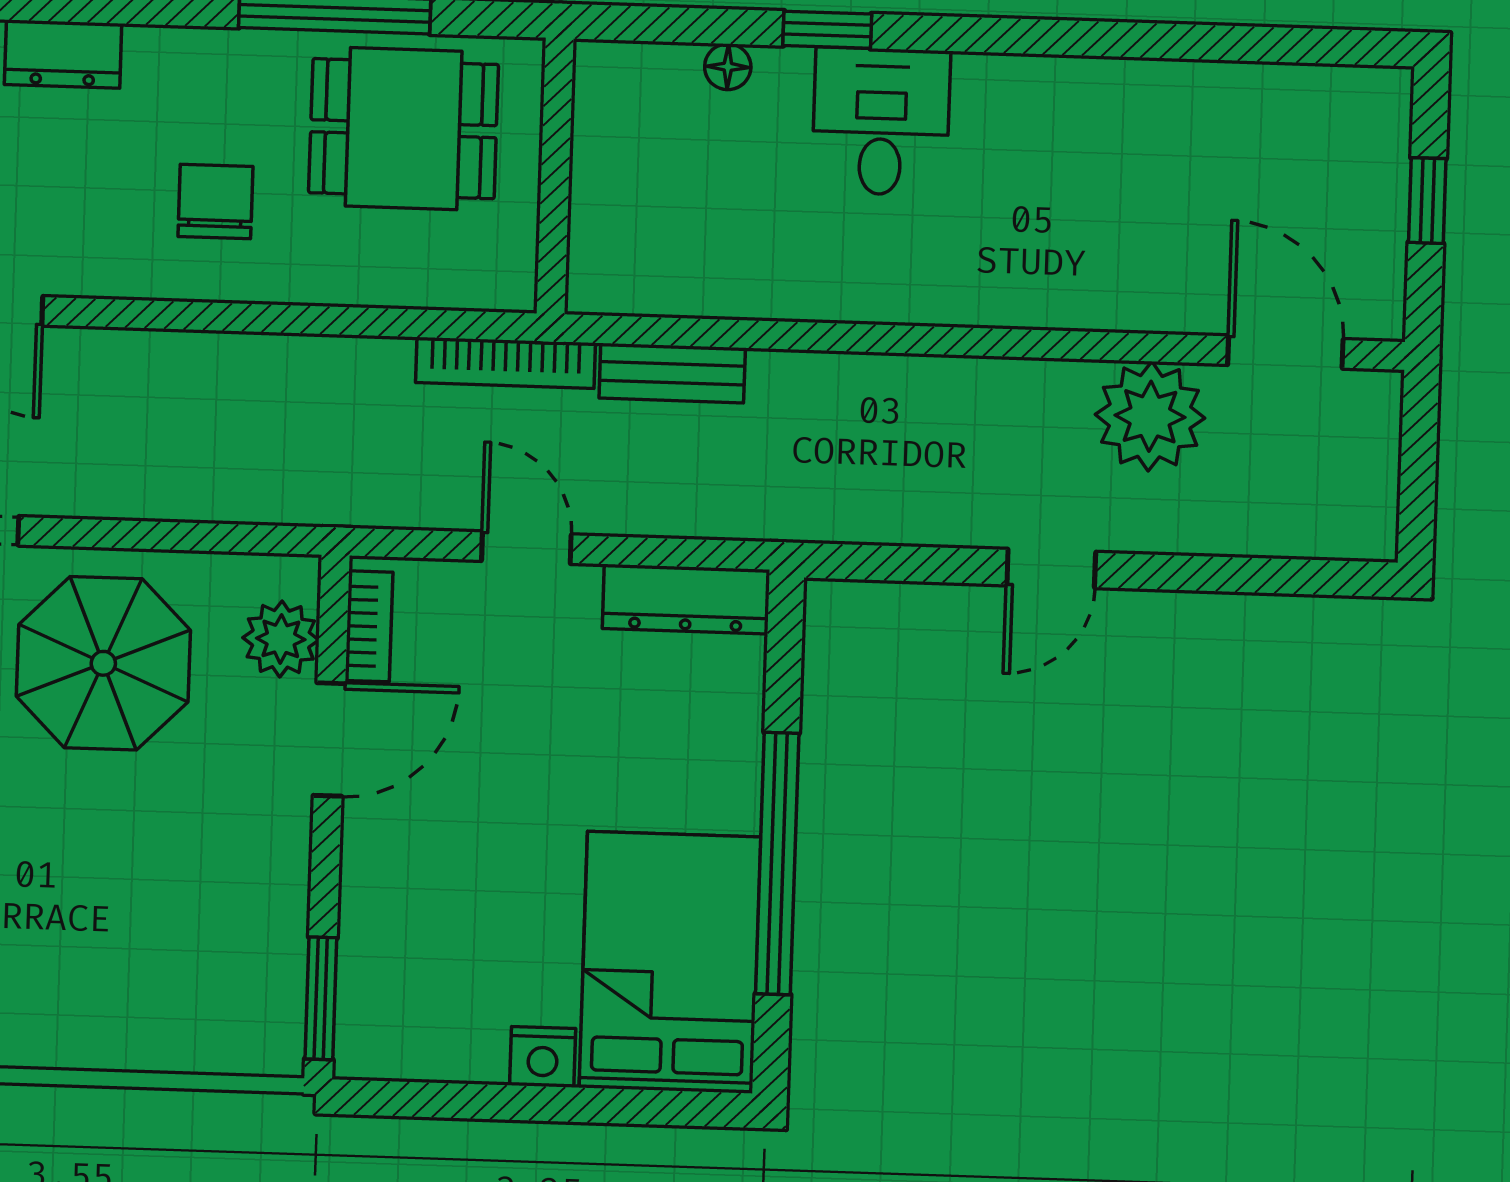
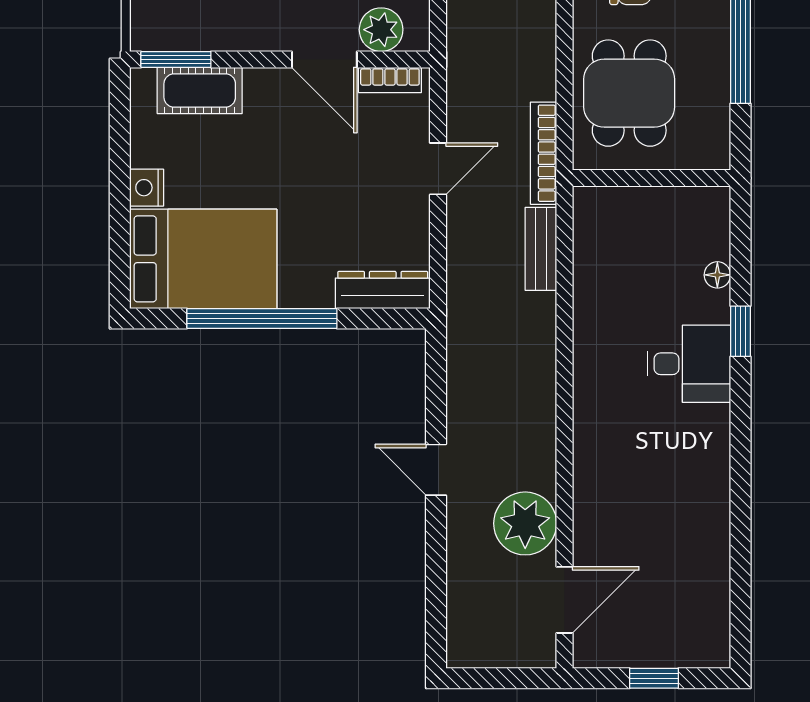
dining table: (404, 129) -> (629, 93), moved
dresser: (686, 599) -> (383, 290), moved, turned 90
cot: (376, 959) -> (200, 90), added

